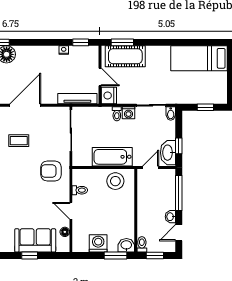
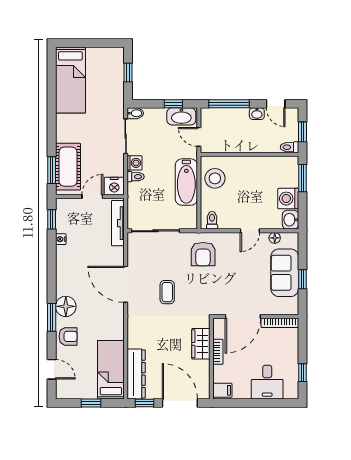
toilet: (80, 190) -> (212, 220), moved
washbasin: (126, 245) -> (291, 220), moved

